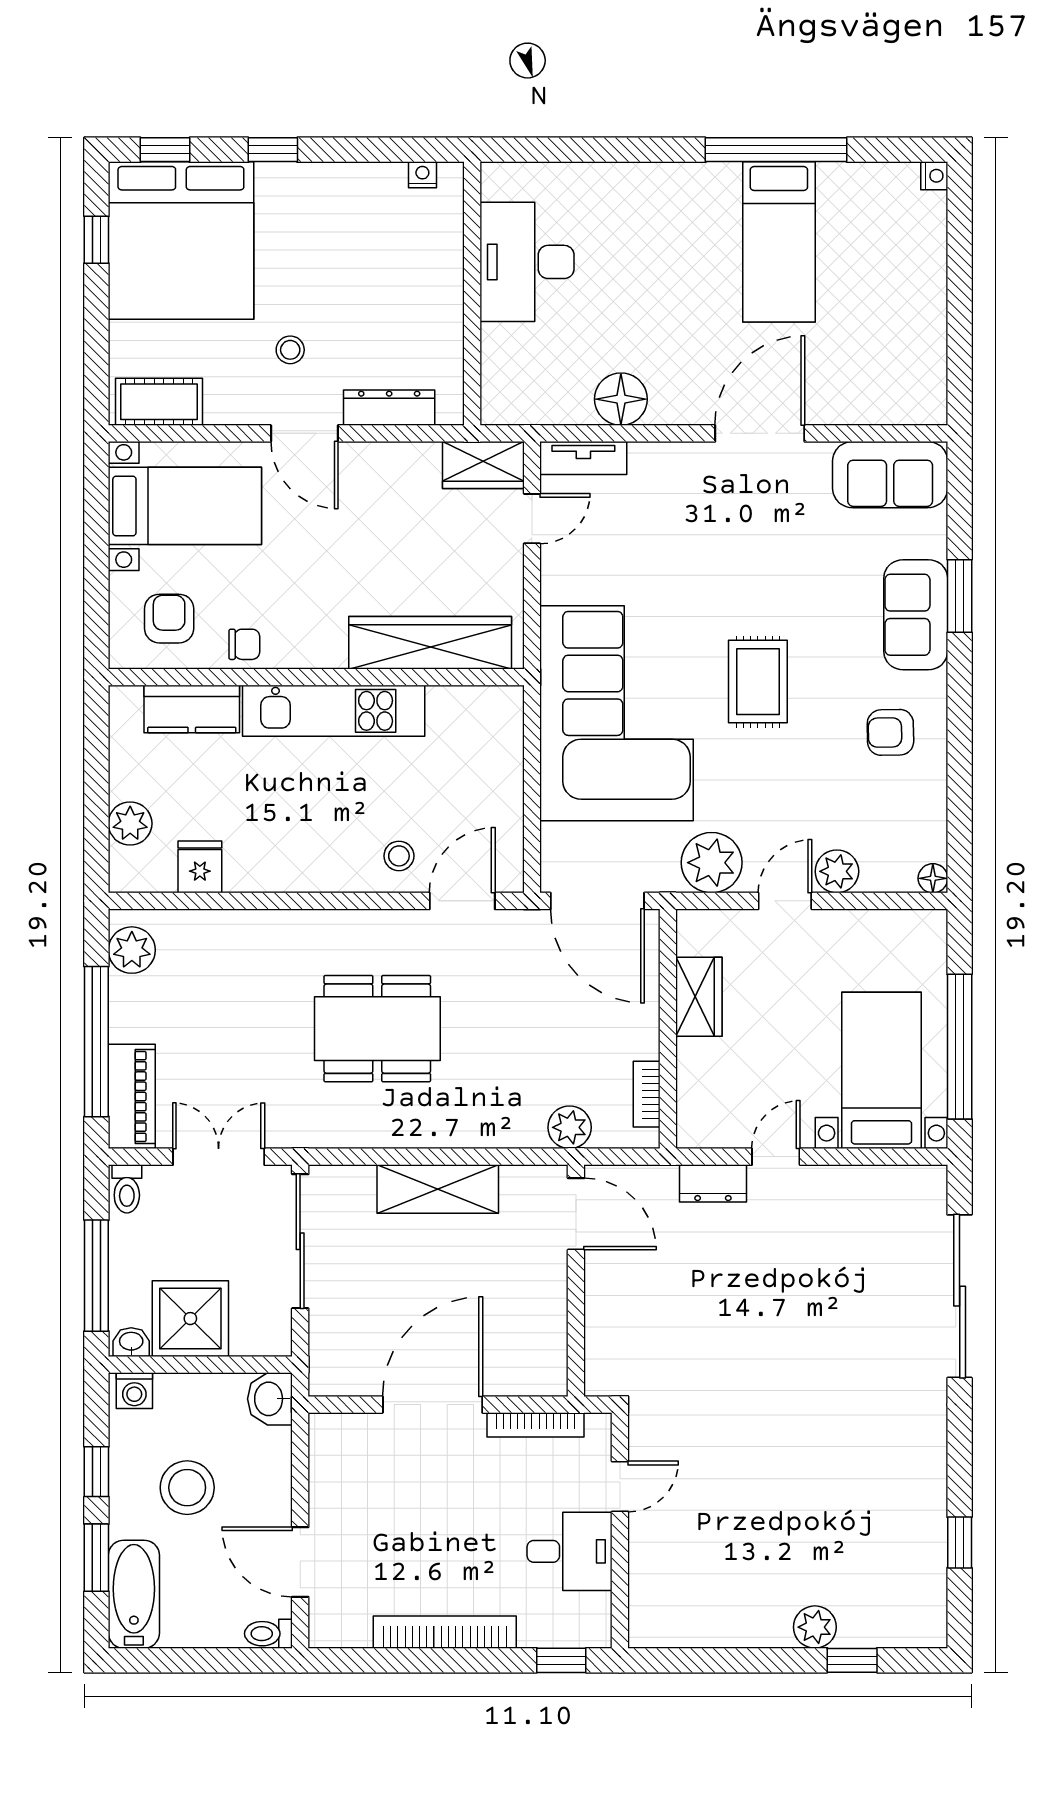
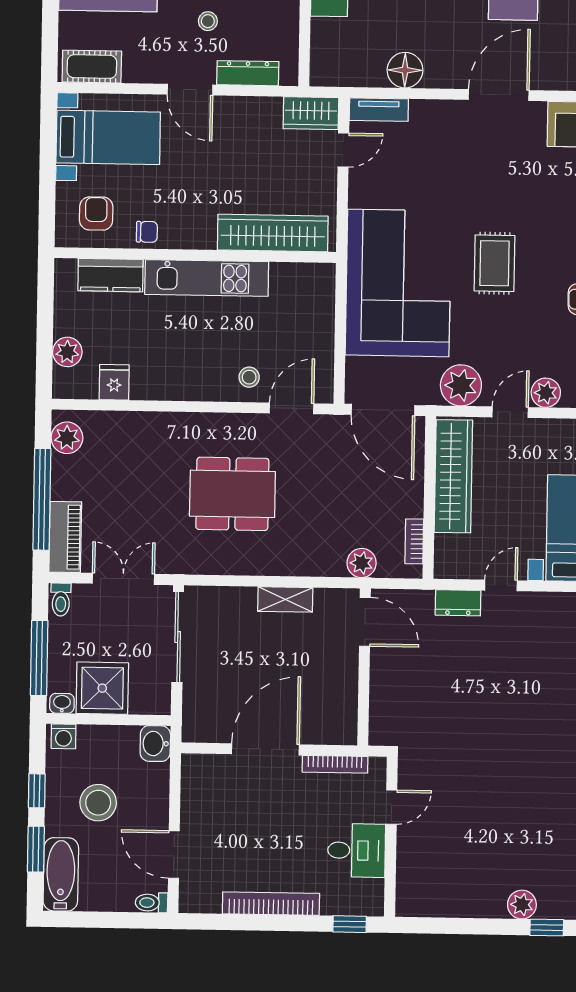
stool: (290, 350) -> (208, 21), moved
wardrobe: (699, 997) -> (453, 476), width x2.10, depth x1.17
shelving: (438, 1189) -> (285, 599), width x0.67, depth x0.75

